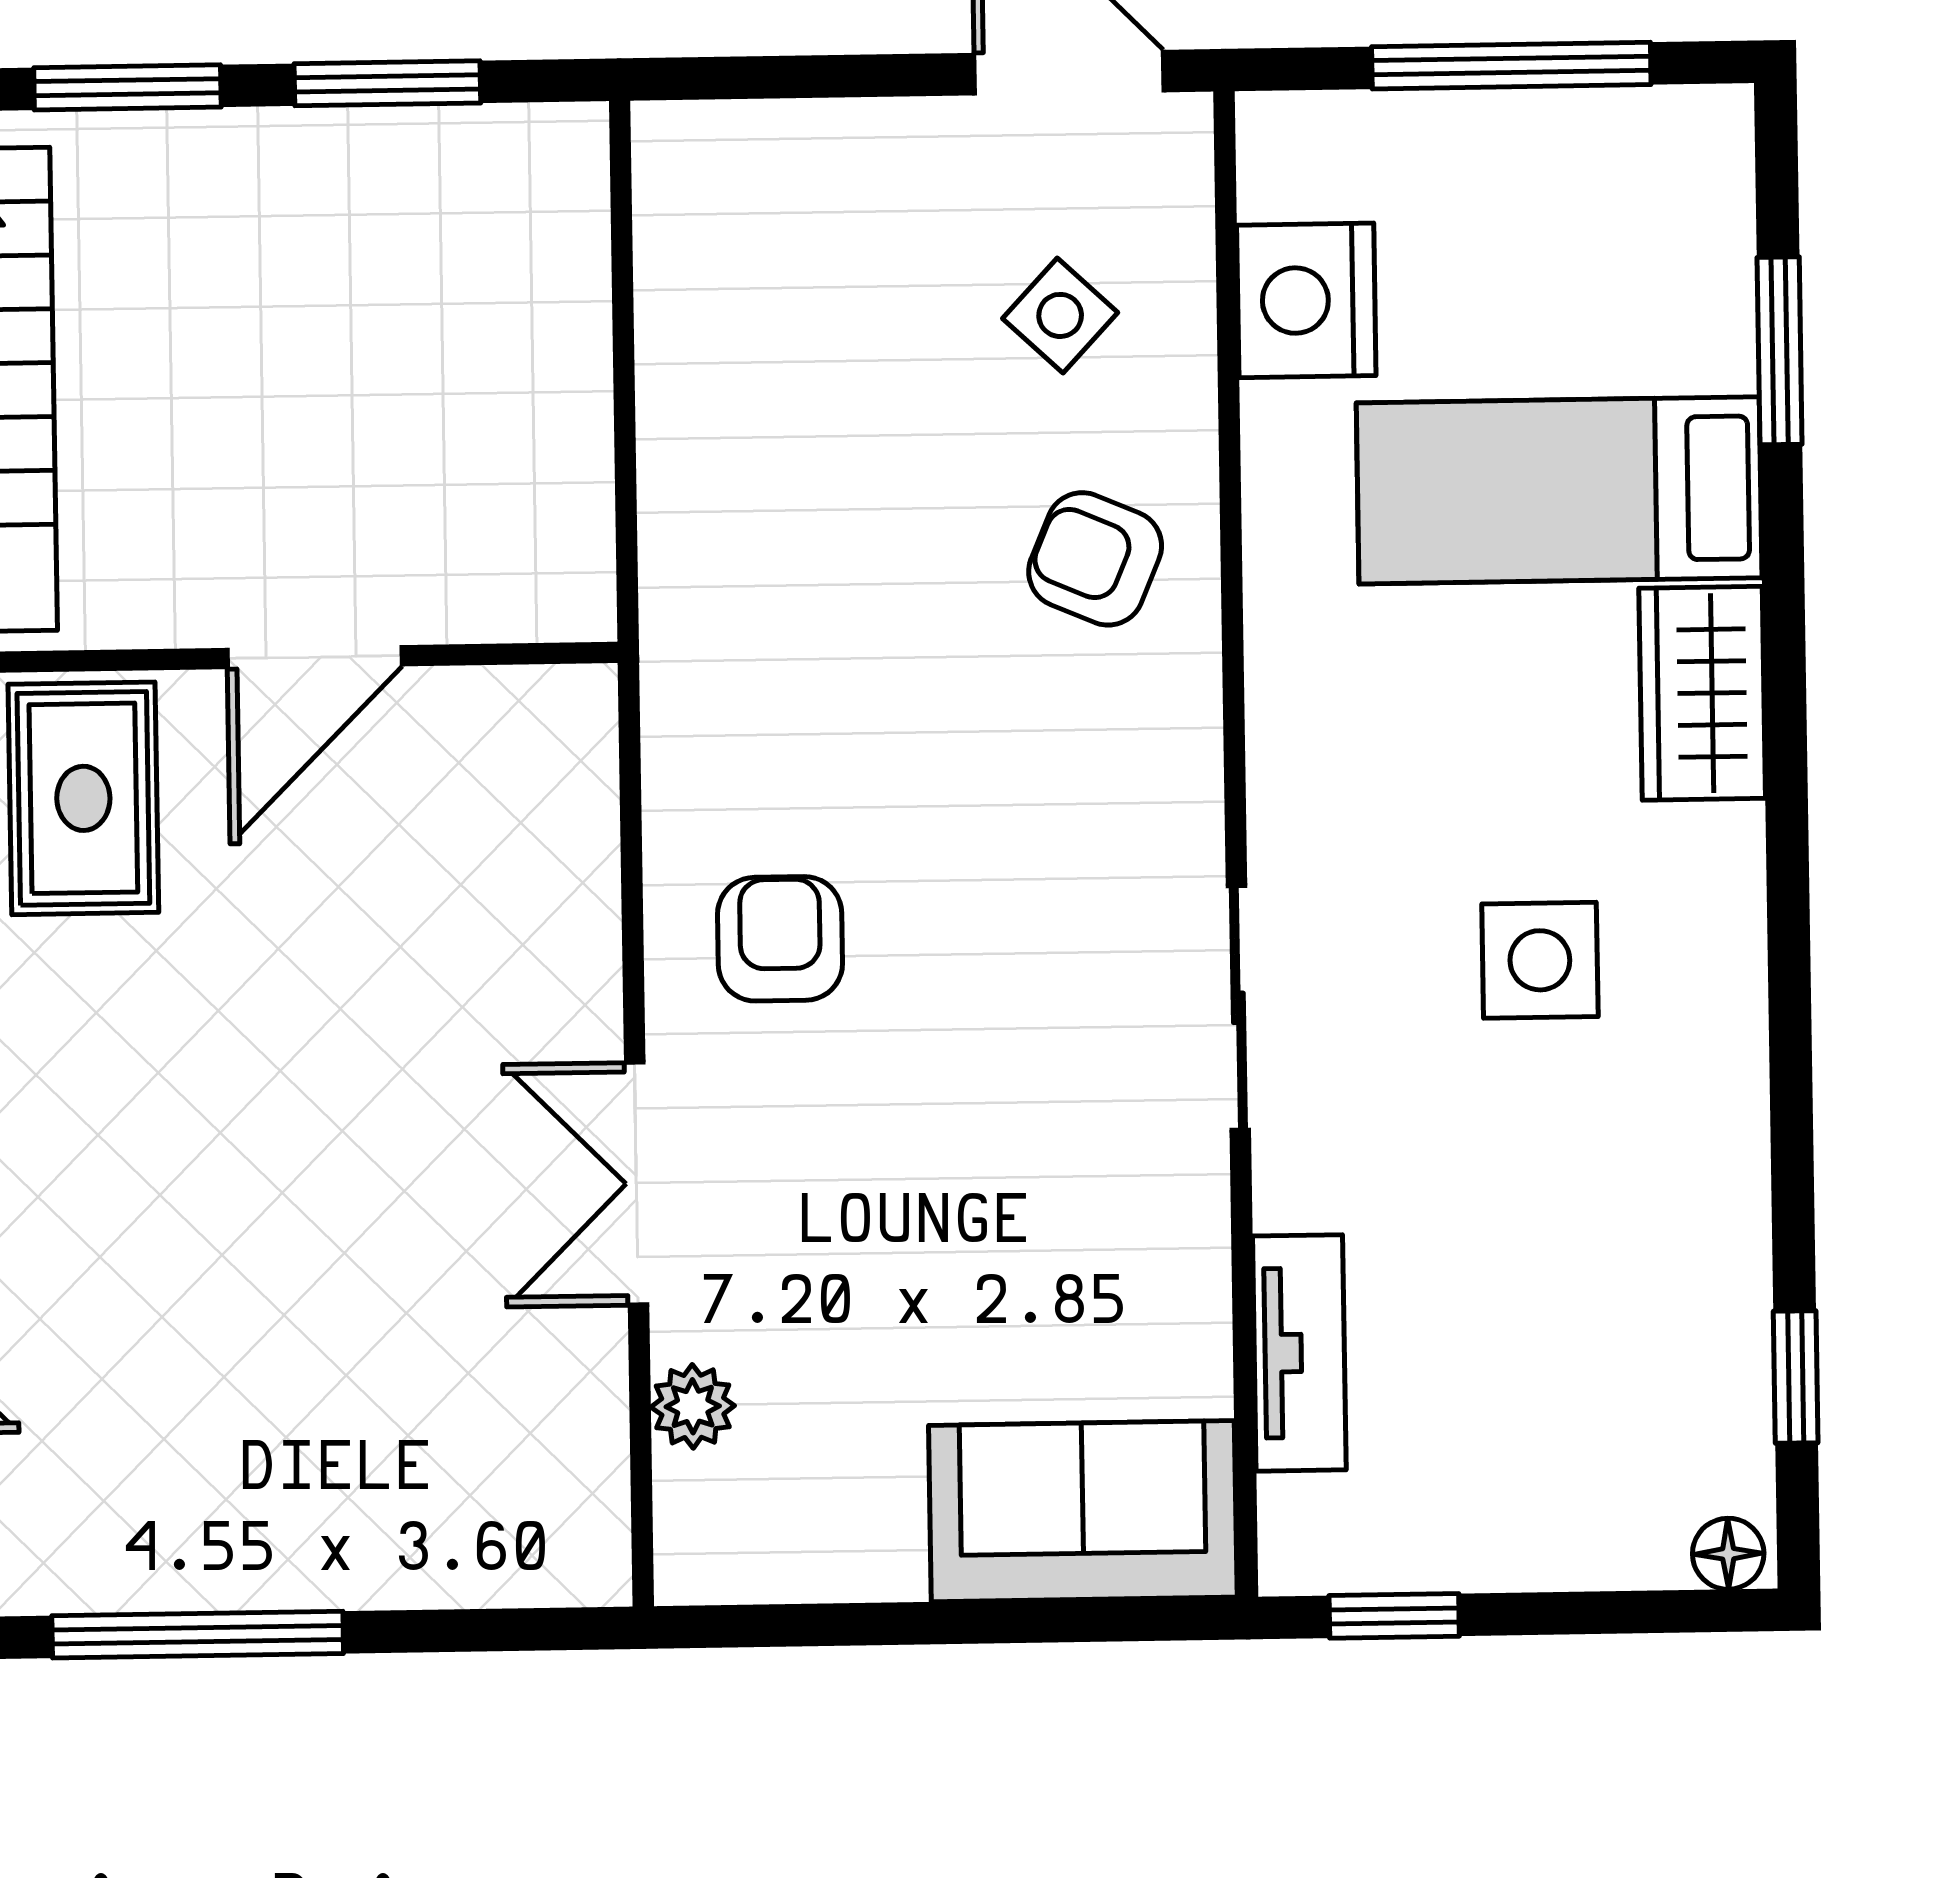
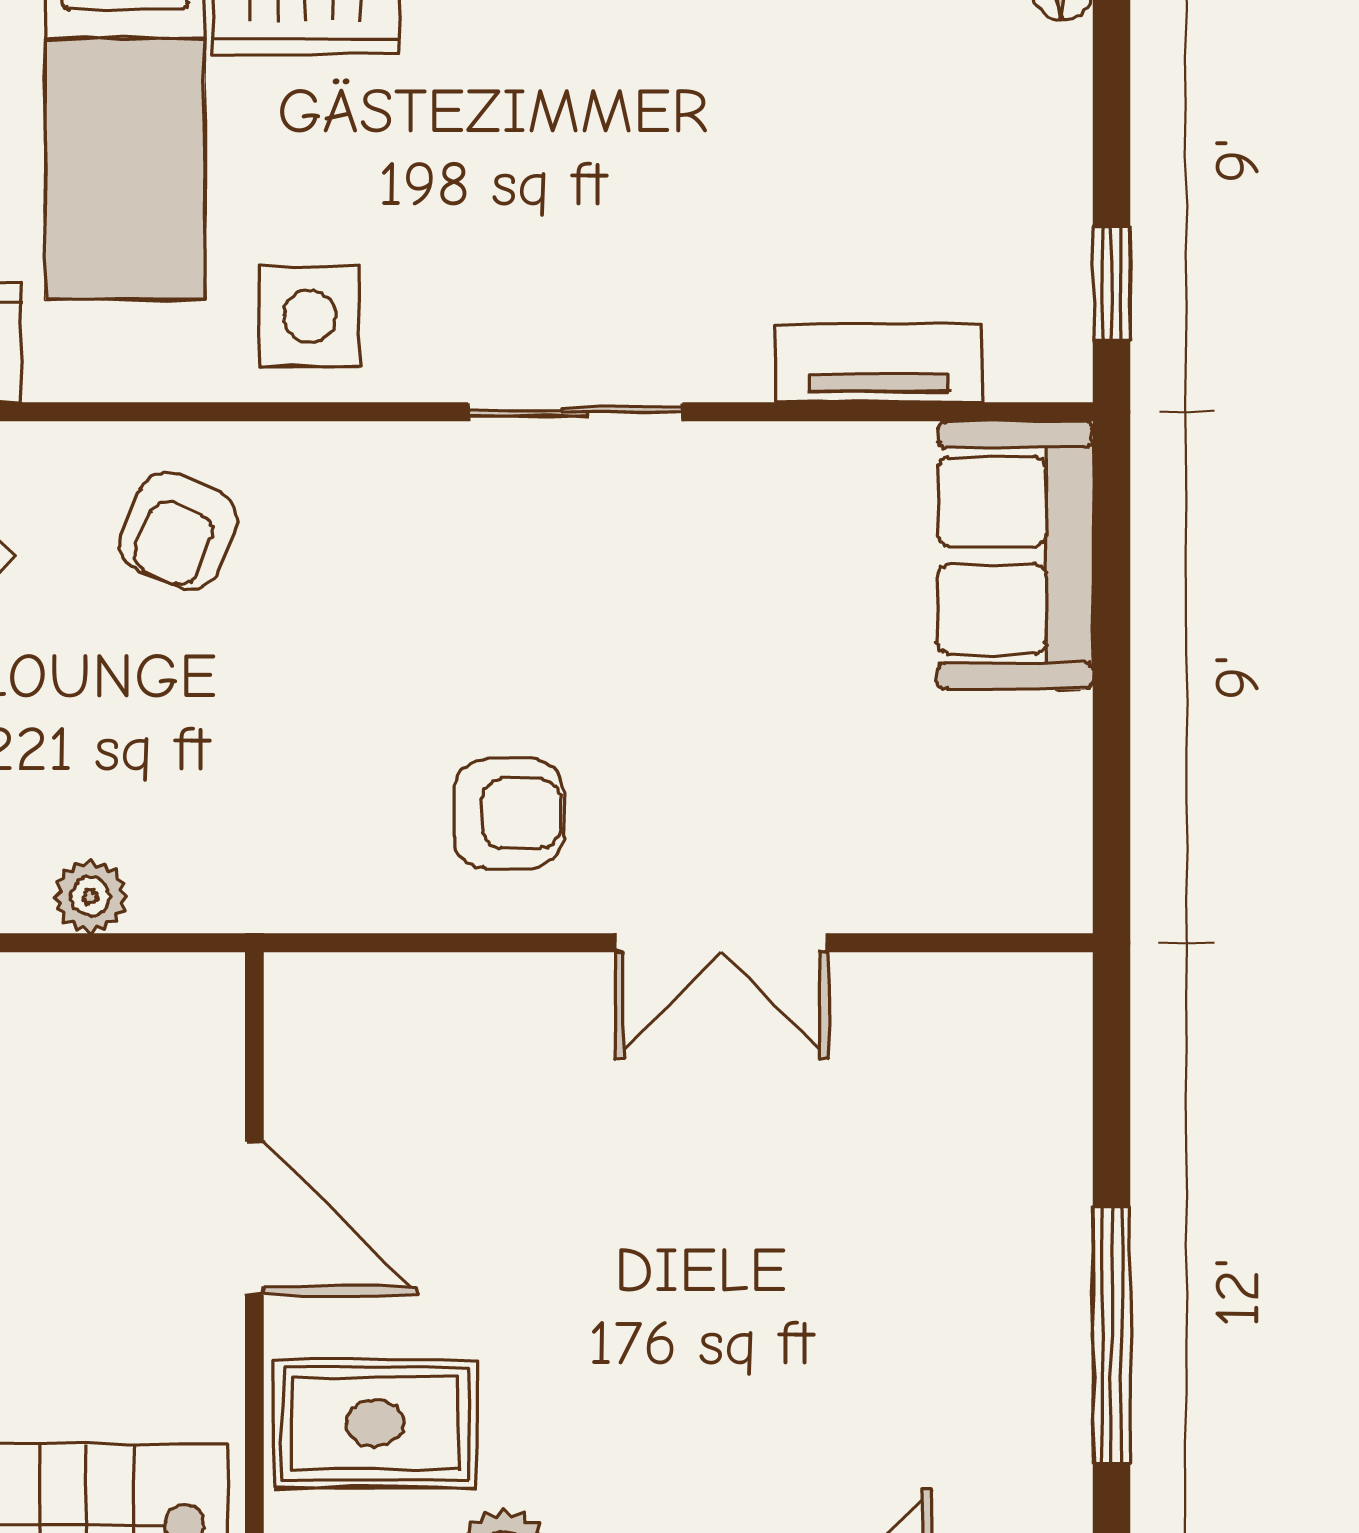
armchair: (780, 939) -> (508, 813), turned 180
side table: (1540, 960) -> (310, 316), moved
plant: (693, 1406) -> (90, 897), moved

